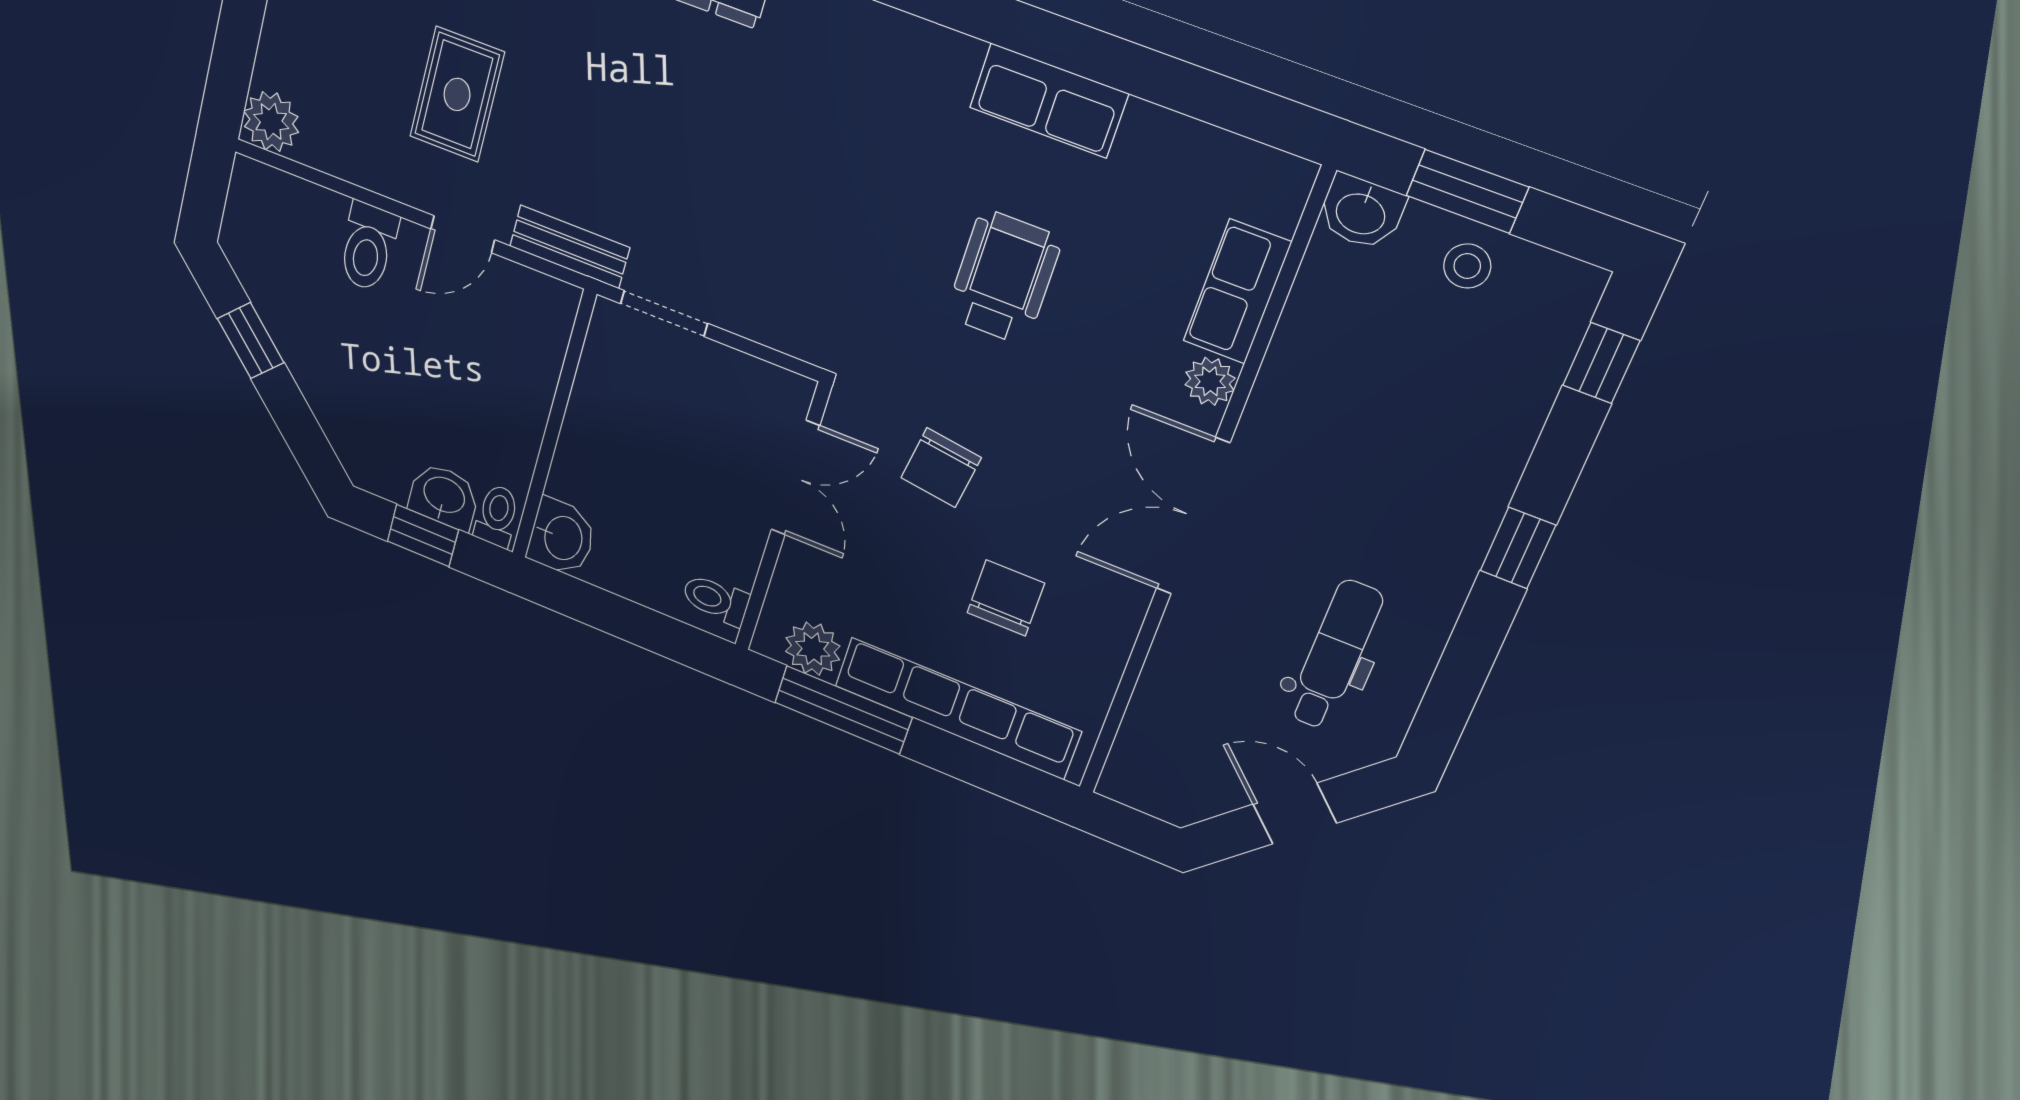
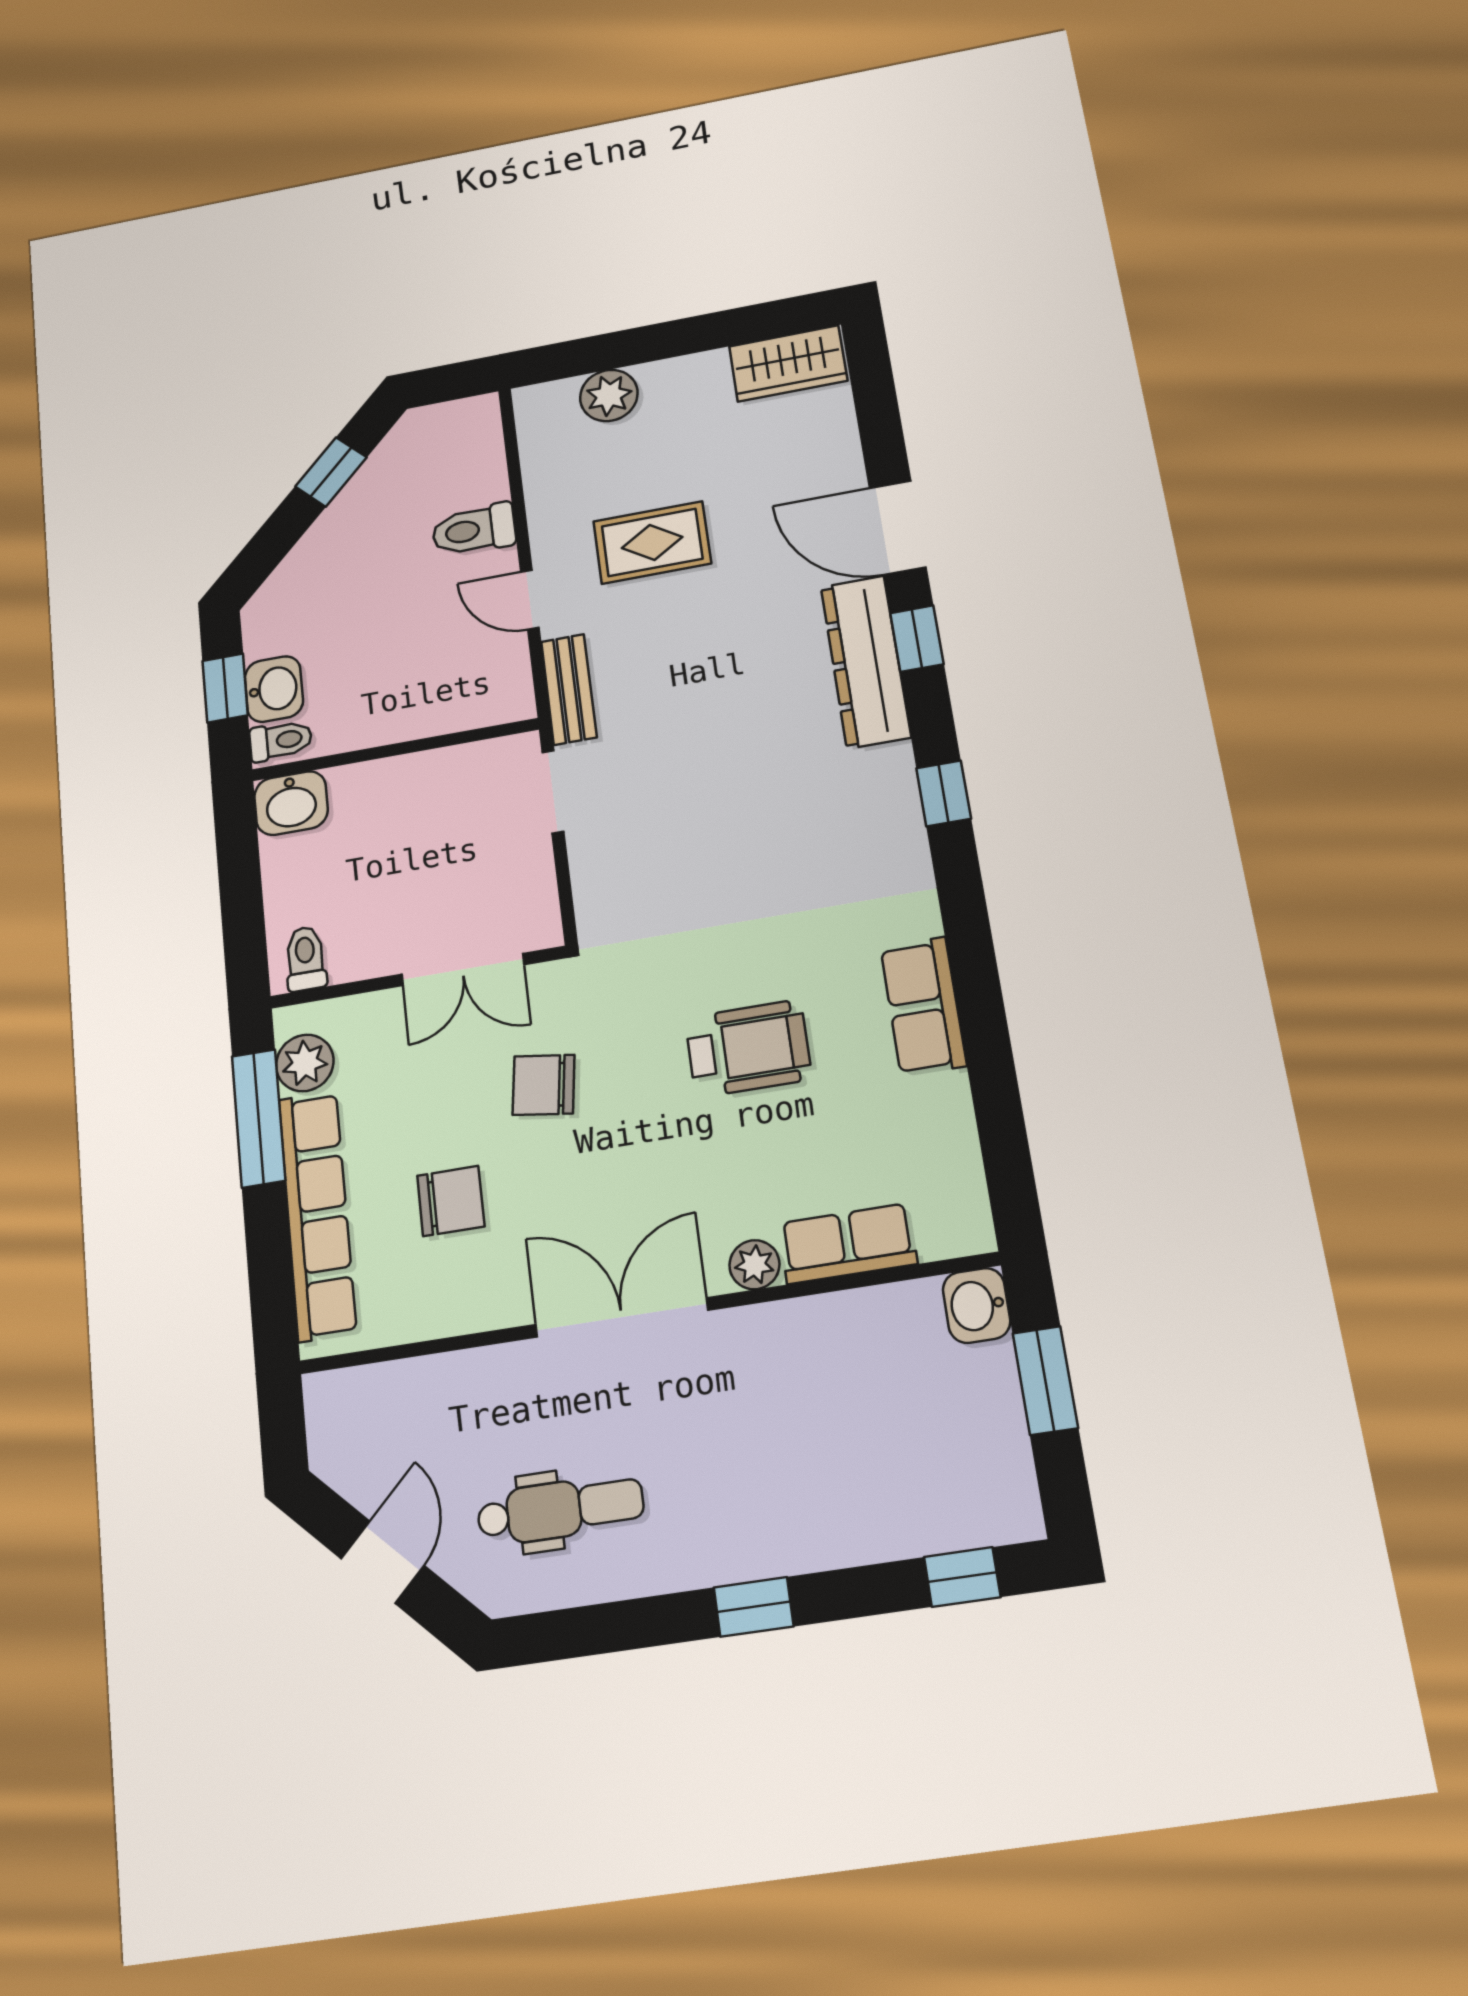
plant: (271, 122) -> (609, 395), moved
stool: (1467, 266) -> (981, 1417), removed

